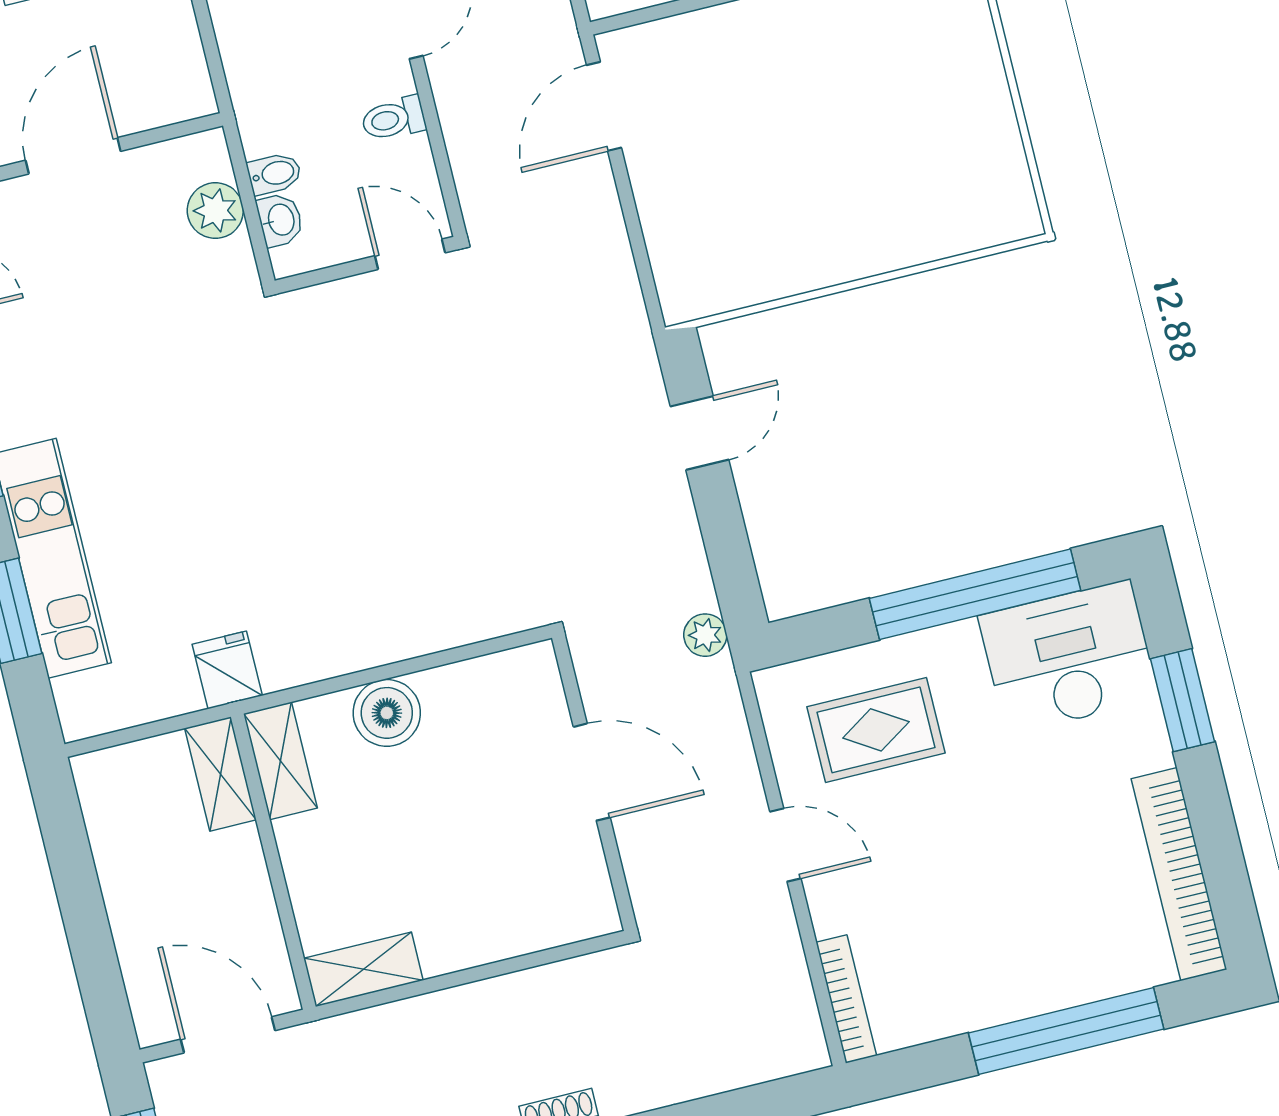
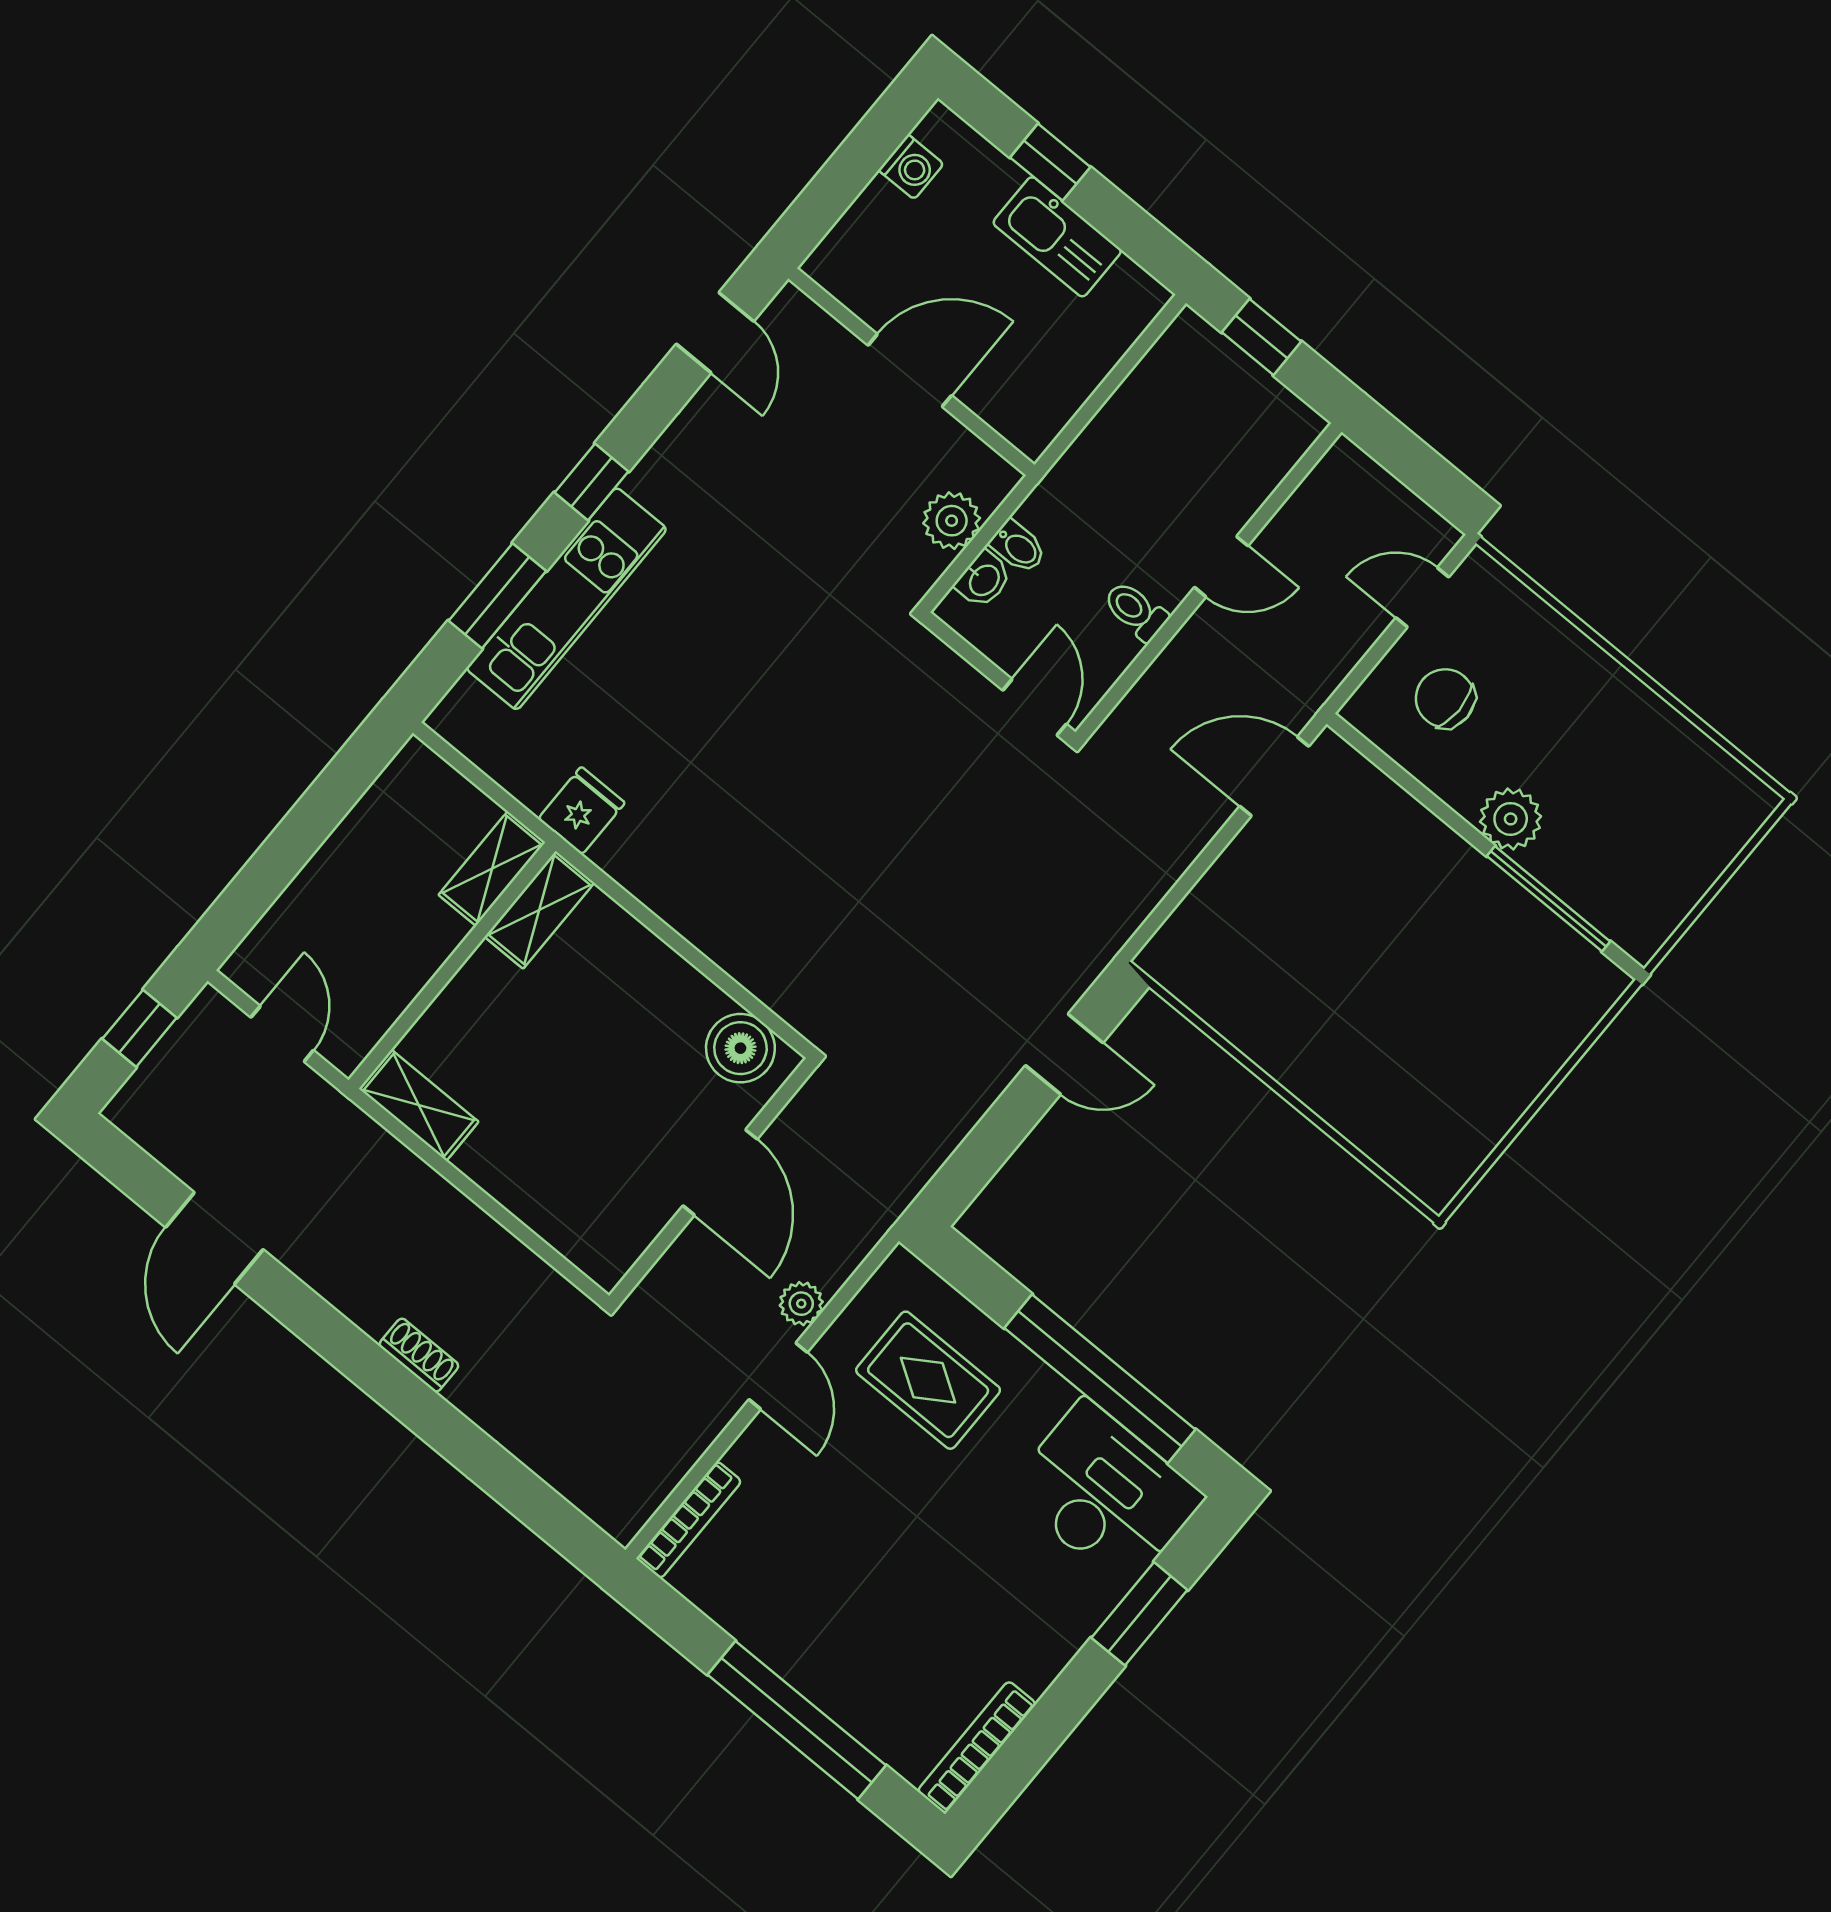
plant: (705, 635) -> (801, 1304), moved
boiler: (387, 713) -> (740, 1048), moved
bookcase: (1179, 874) -> (977, 1747), width x0.68, depth x0.76
door: (228, 1035) -> (282, 1034), width x0.73

